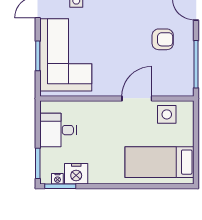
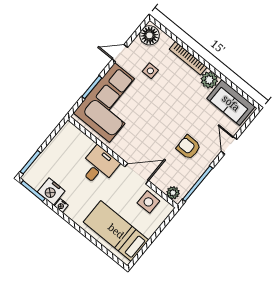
armchair: (163, 39) -> (189, 147), turned 180
plant: (181, 89) -> (173, 193), added
desk: (58, 130) -> (99, 166), moved, turned 90
nightstand: (57, 179) -> (61, 206), moved

